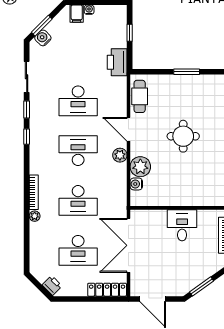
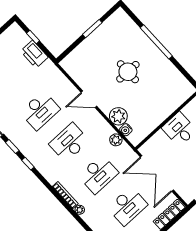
printer: (117, 62) -> (34, 54), moved
cafe table: (140, 96) -> (77, 72), removed
plant: (120, 155) -> (116, 140), moved

